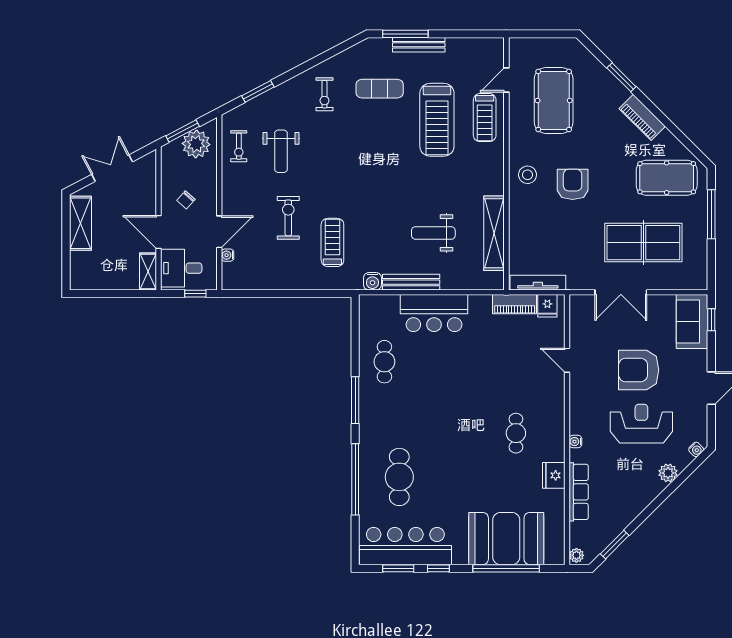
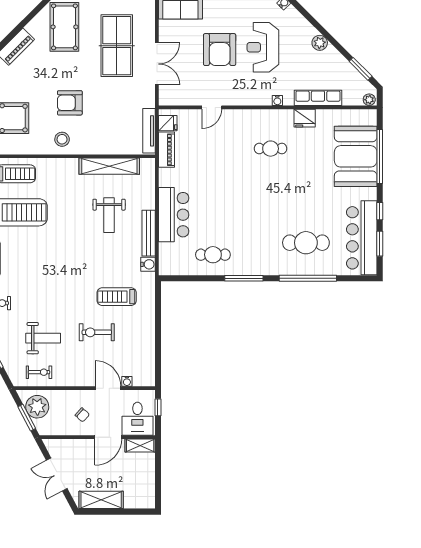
plant: (668, 473) -> (320, 43), moved

